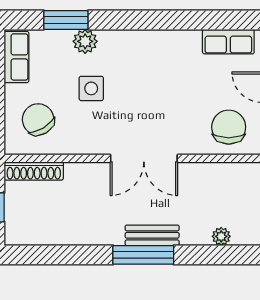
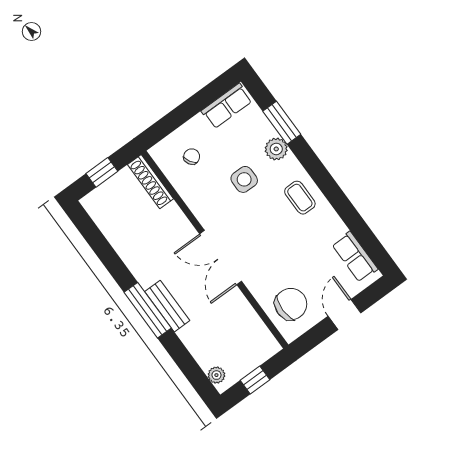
coffee table: (142, 52) -> (300, 198), added
chair: (38, 119) -> (192, 157), width x0.54, depth x0.54
plant: (221, 236) -> (216, 375), moved

